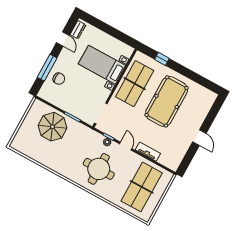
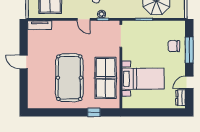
door: (63, 39) -> (189, 82), hinge flipped
tv unit: (148, 152) -> (40, 25), moved

